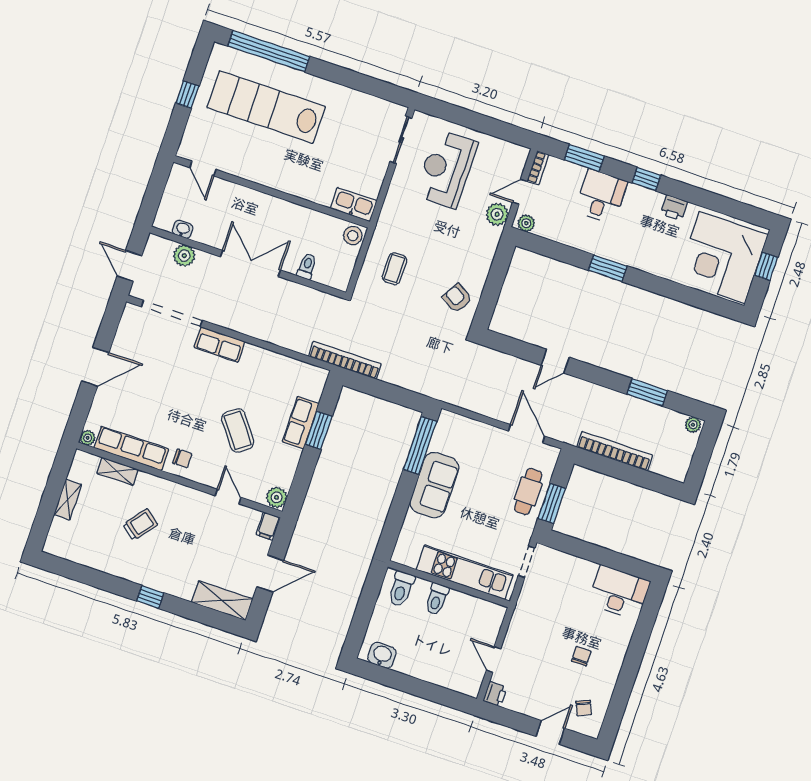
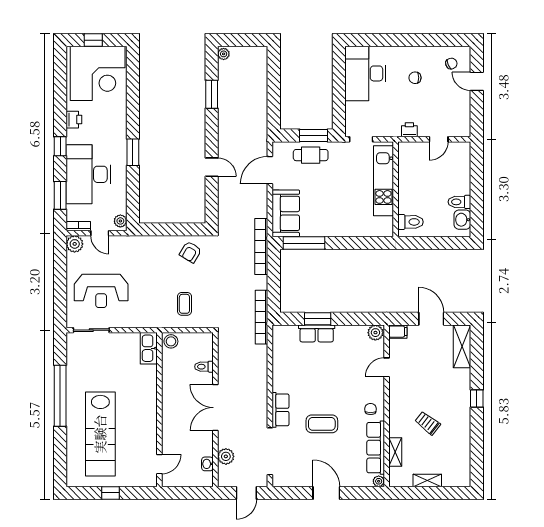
window: (269, 51) -> (60, 396), moved
desk: (601, 196) -> (88, 174), width x1.87, depth x1.30
plant: (497, 214) -> (75, 244), moved
coffee table: (394, 269) -> (184, 304), turned 90
coffee table: (238, 430) -> (322, 424), moved, turned 37
bookcase: (615, 451) -> (261, 246), moved
sofa: (434, 485) -> (286, 213), moved, turned 90
desk: (619, 592) -> (365, 73), width x1.36, depth x1.30
toilet: (437, 599) -> (459, 202), moved, turned 180
printer: (495, 694) -> (409, 130), moved

